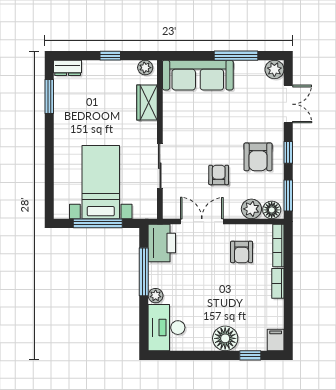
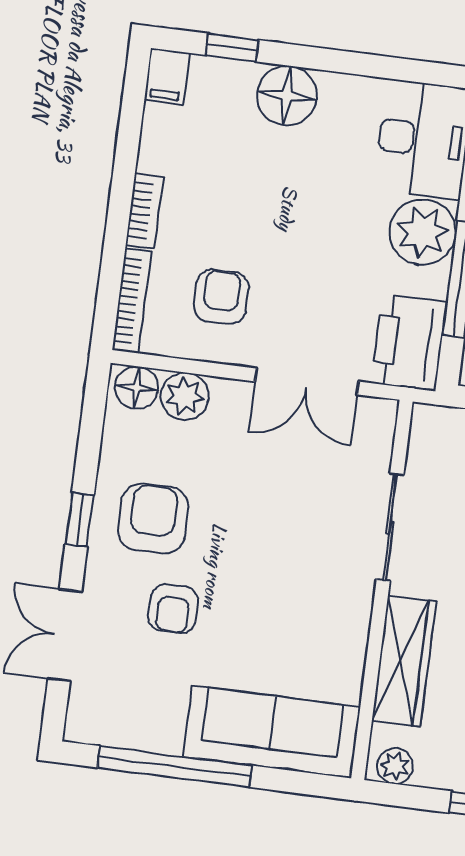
window: (236, 56) -> (175, 767), width x1.46
plant: (274, 69) -> (87, 722), removed
wardrobe: (147, 103) -> (404, 661), width x1.50
armchair: (219, 175) -> (173, 609), moved
window: (288, 196) -> (93, 417), removed
plant: (156, 296) -> (423, 232), width x1.88, depth x1.88

